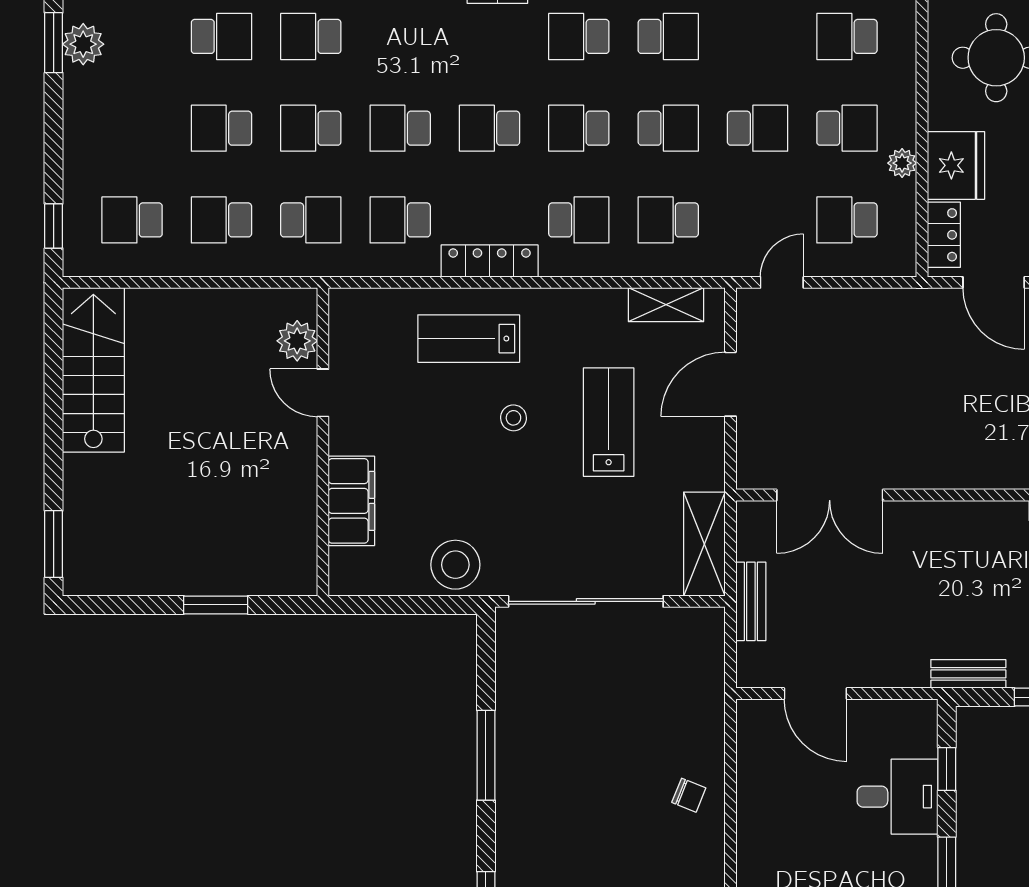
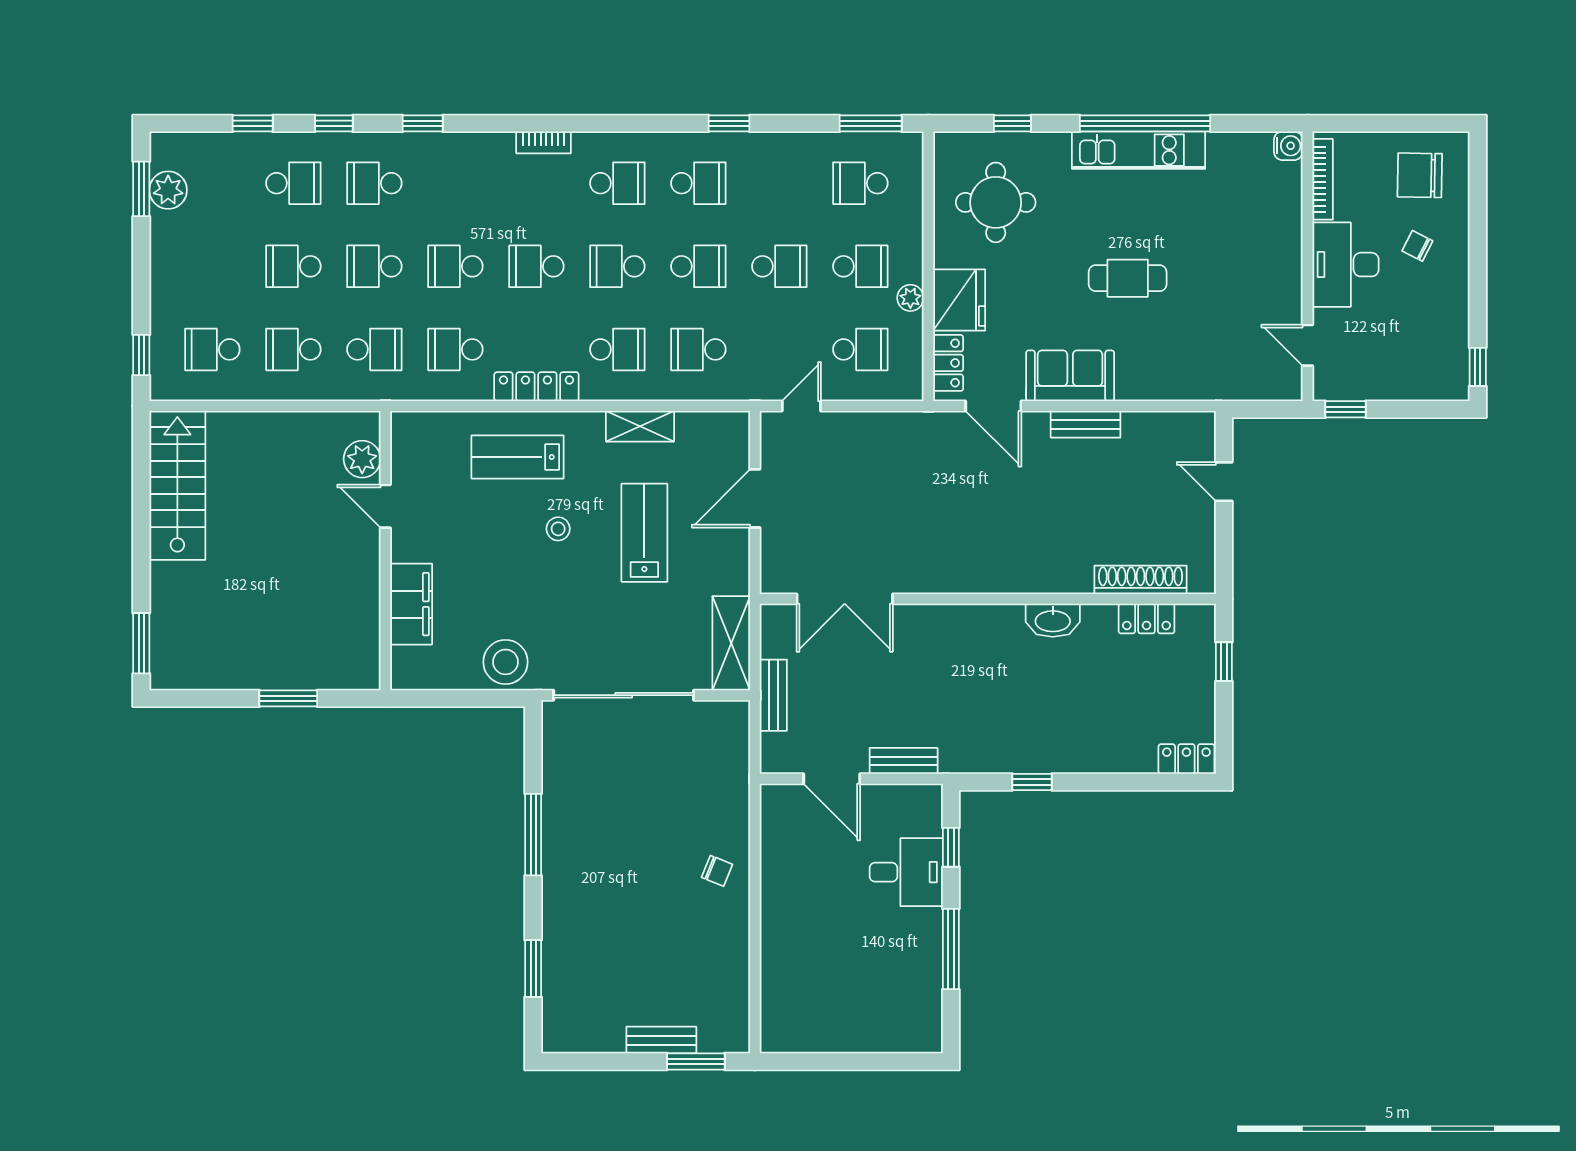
school desk: (579, 36) -> (617, 183), turned 180
school desk: (847, 220) -> (860, 349), turned 180
shelving: (666, 305) -> (640, 426), moved
bench: (968, 674) -> (904, 761), moved

